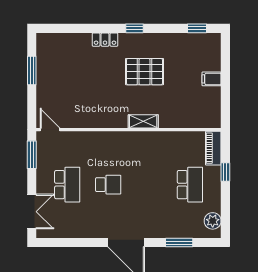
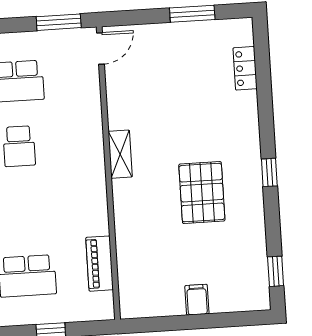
locker: (105, 40) -> (245, 68), moved
shelving: (143, 121) -> (120, 154), moved
piano: (213, 148) -> (100, 264), moved, turned -90

